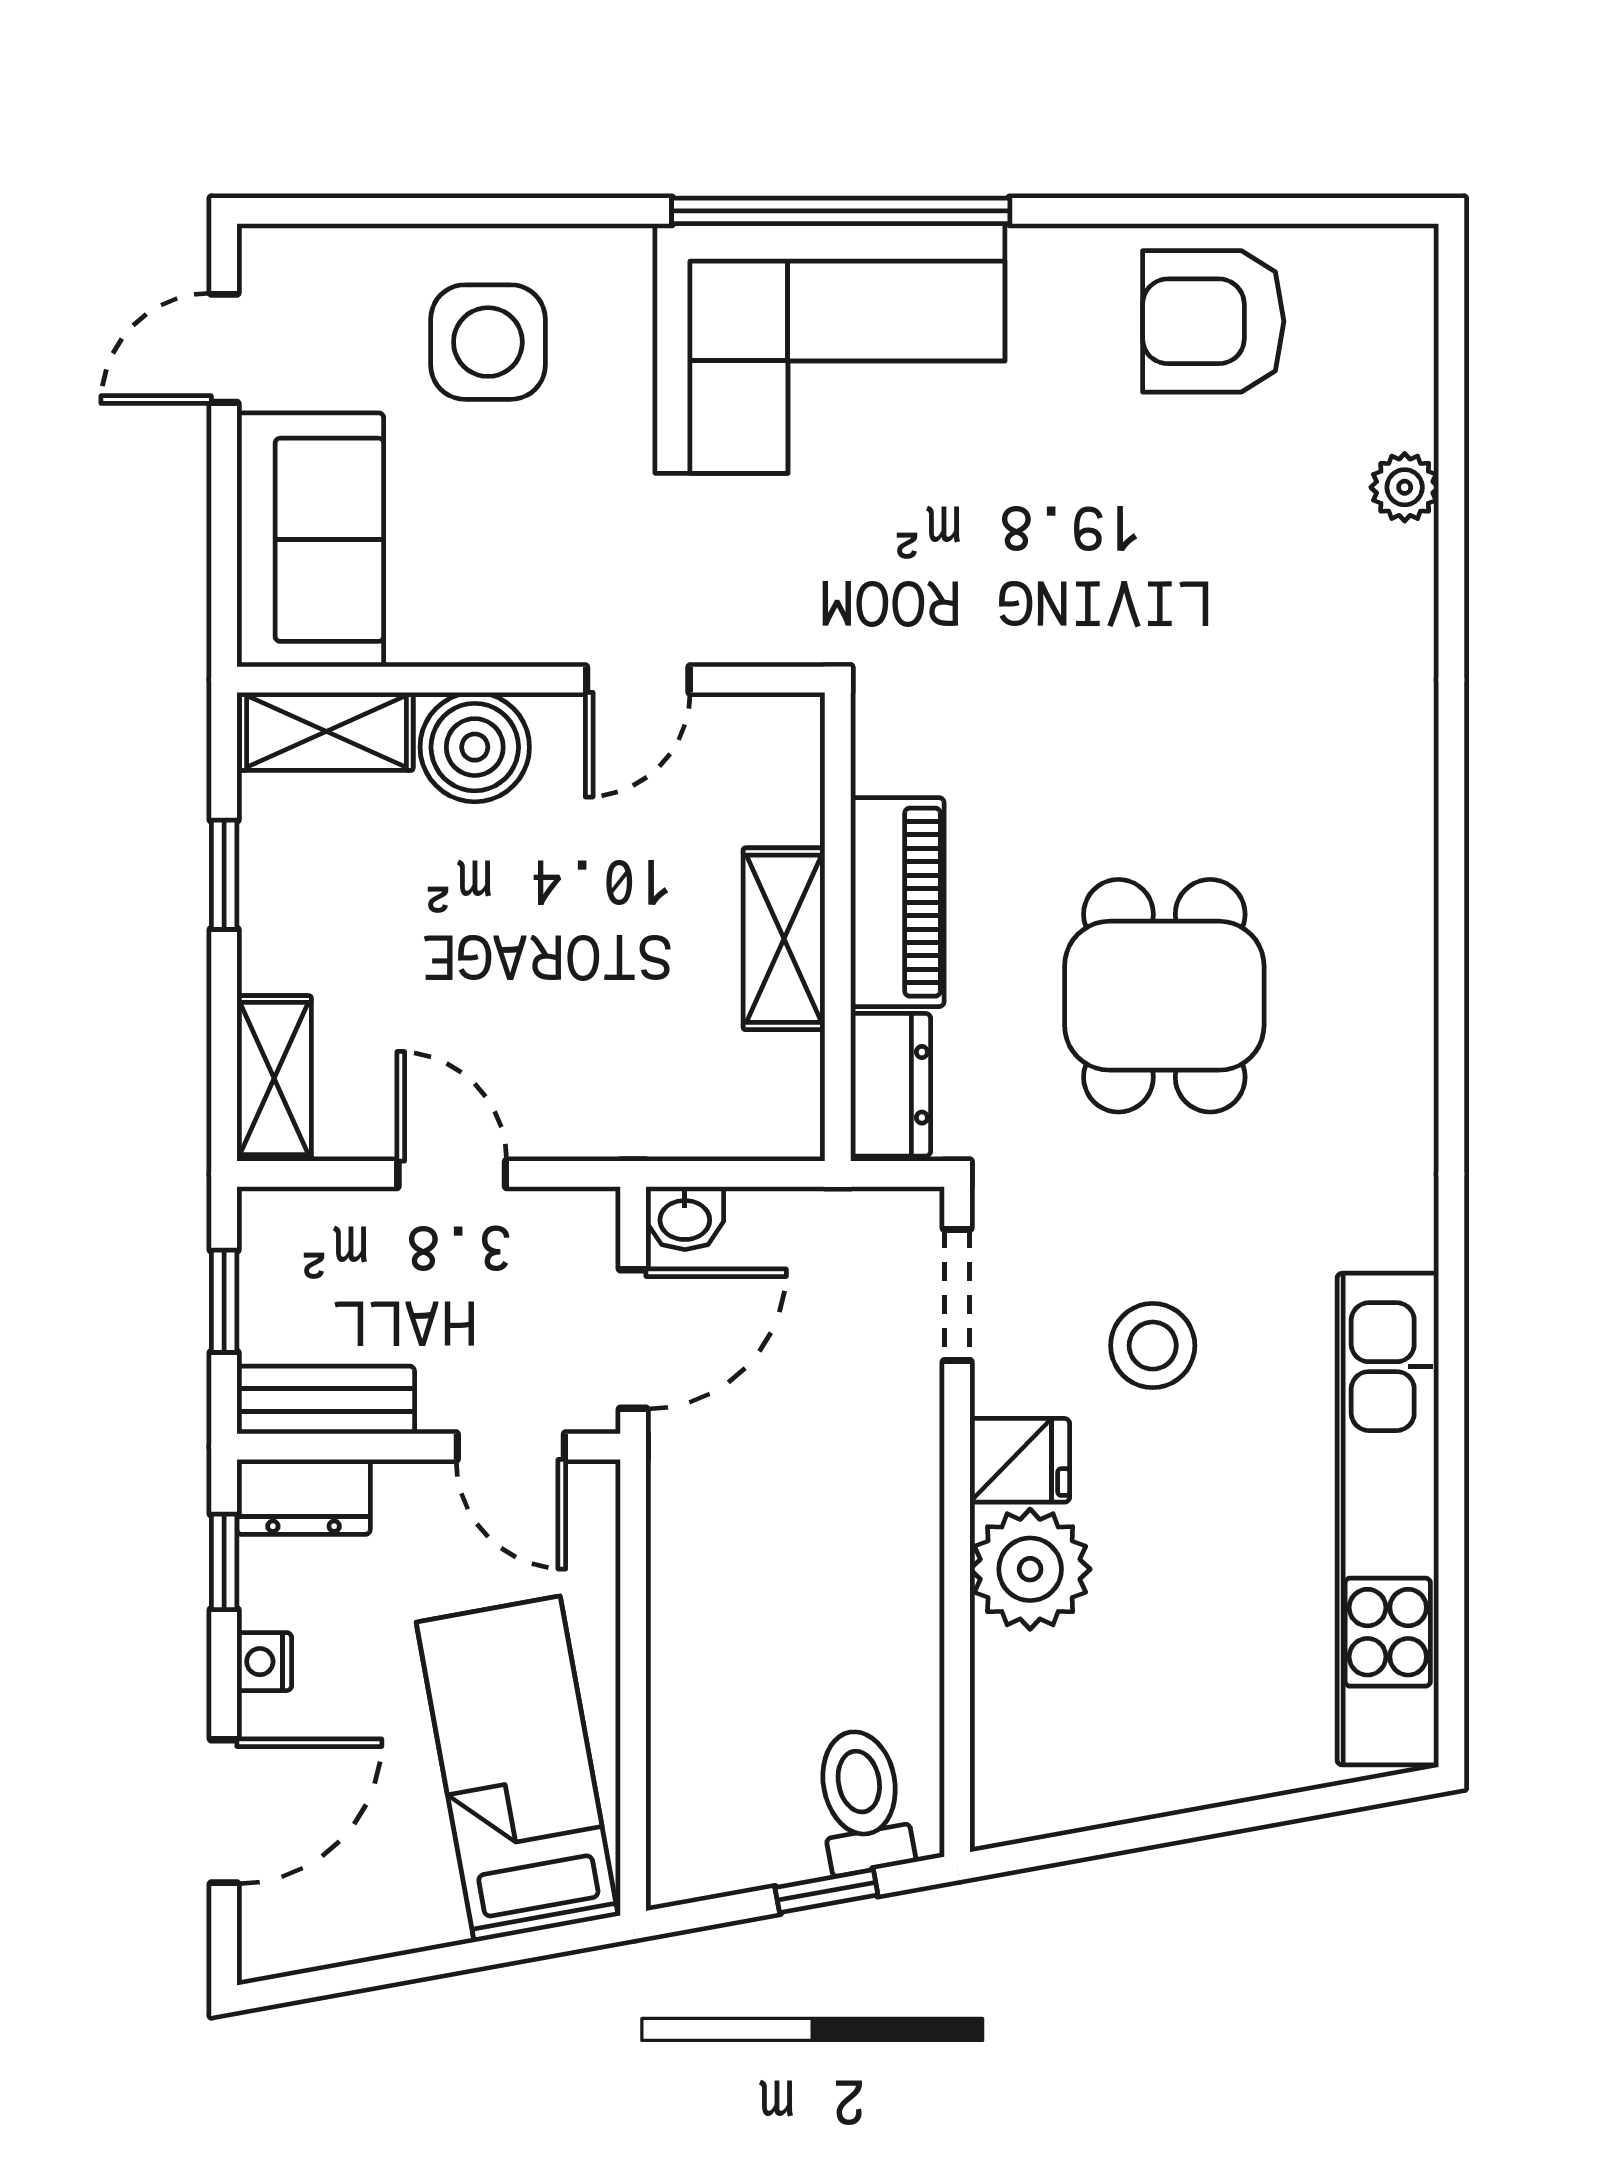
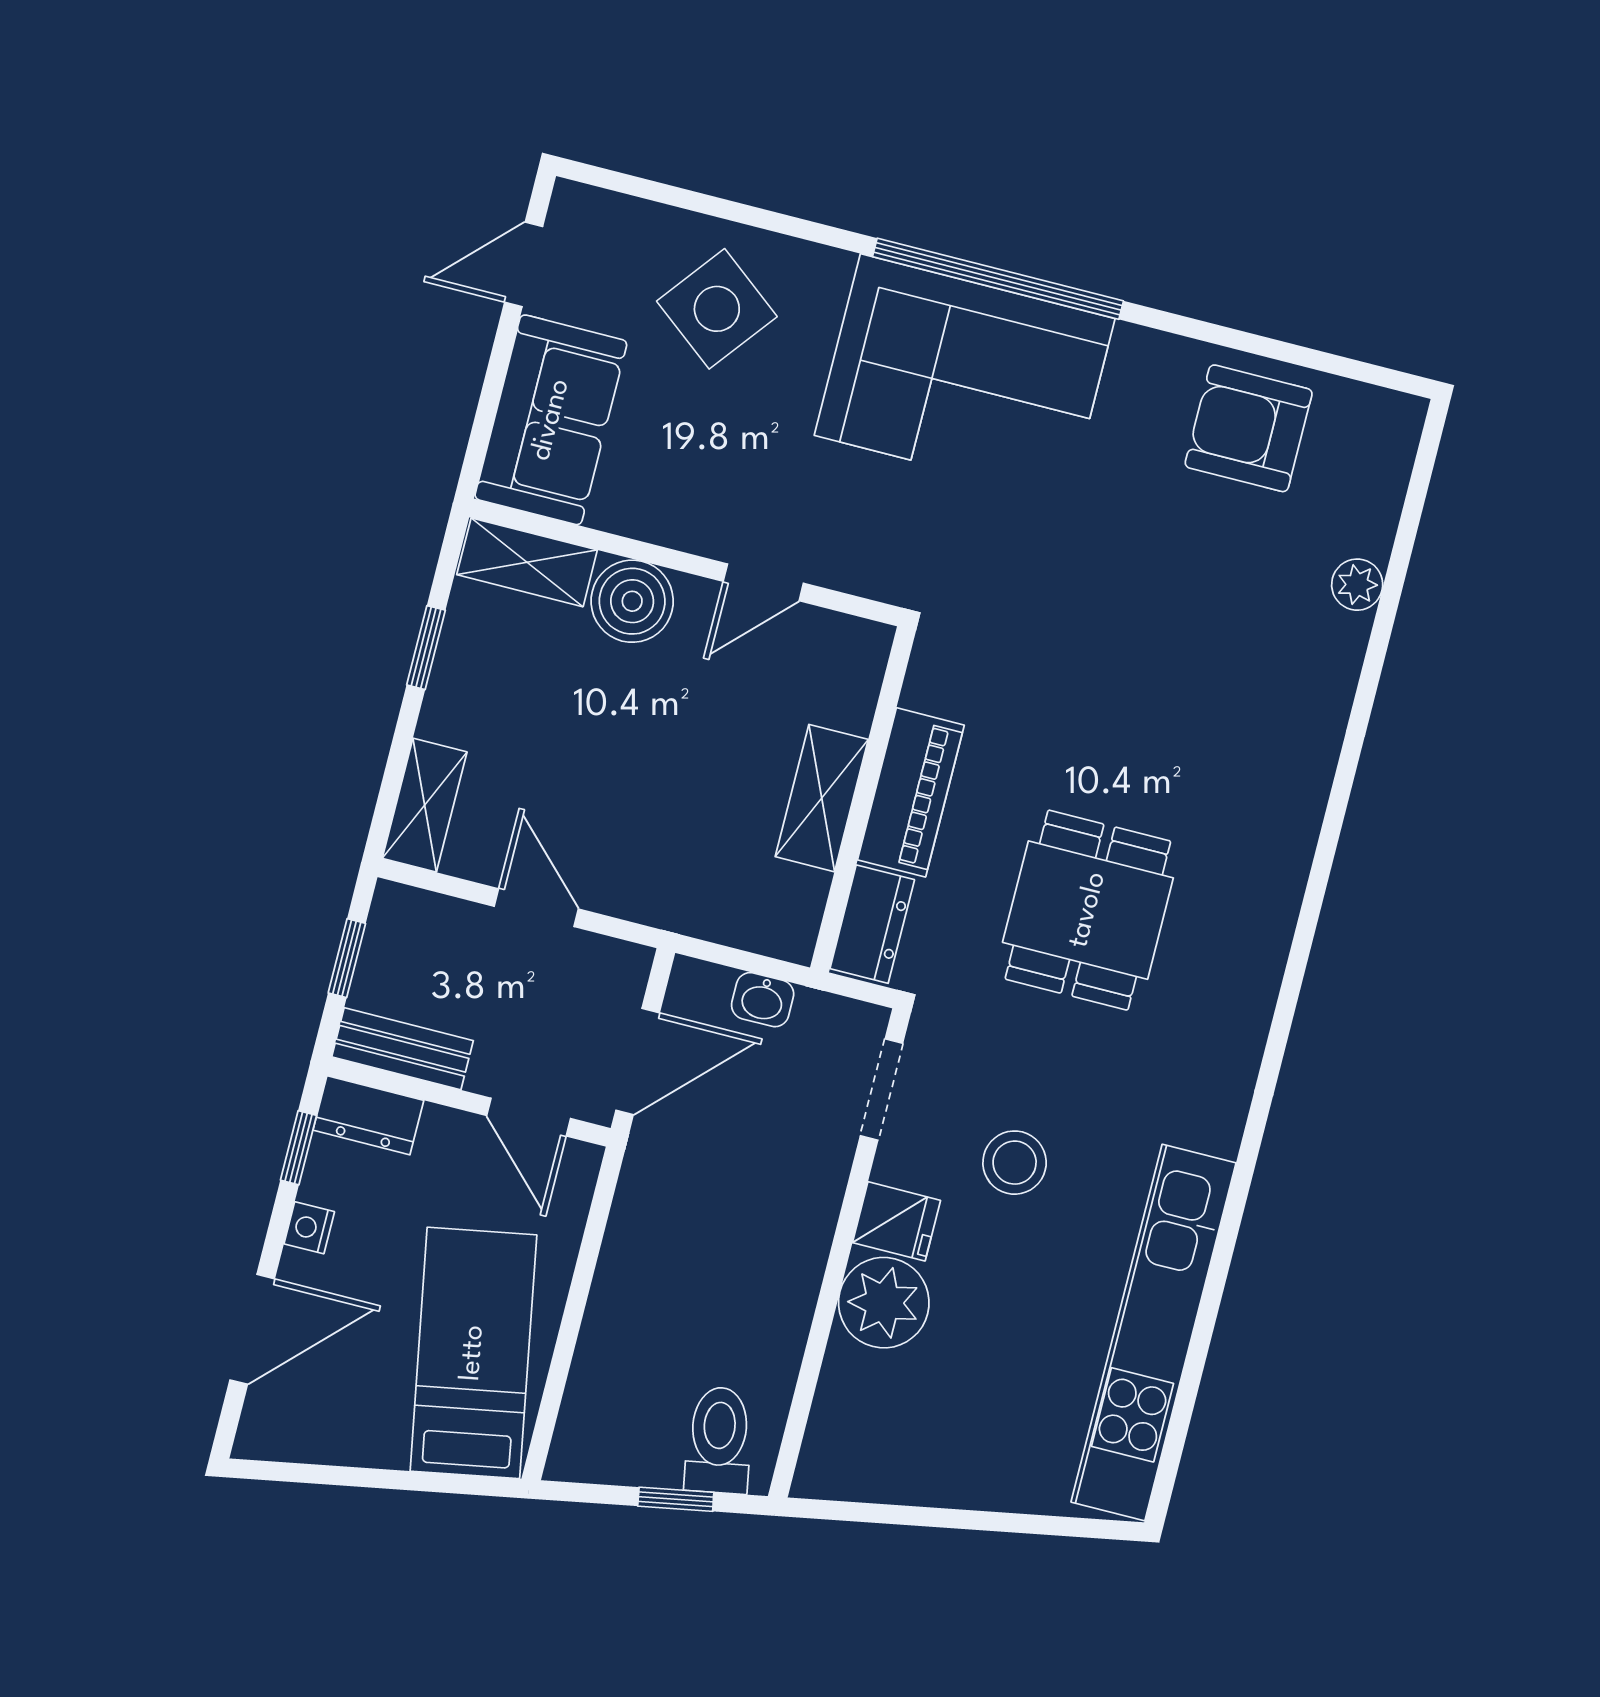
side table: (488, 342) -> (717, 309), turned 38
washbasin: (685, 1218) -> (763, 1000), moved

